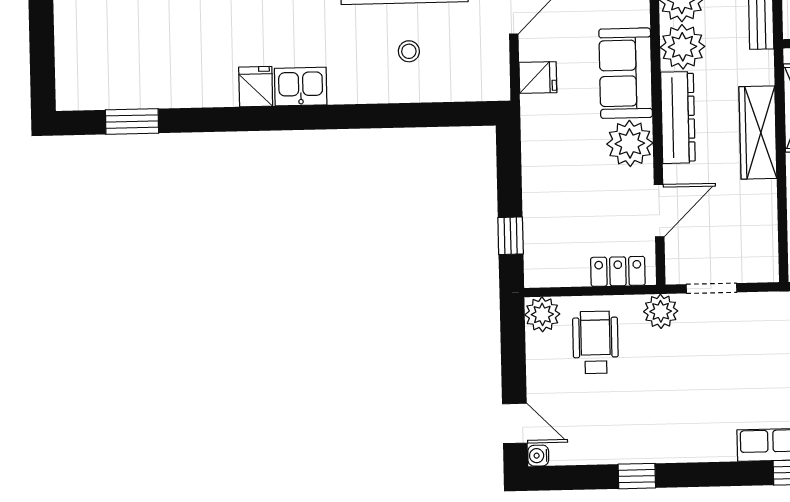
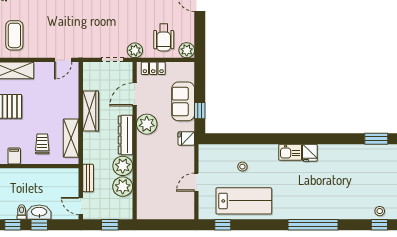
sofa: (626, 73) -> (183, 101), moved, turned 180
fridge: (538, 78) -> (186, 138), moved
window: (132, 122) -> (376, 139), moved
wardrobe: (758, 132) -> (91, 111), moved
window: (511, 236) -> (200, 111), moved

